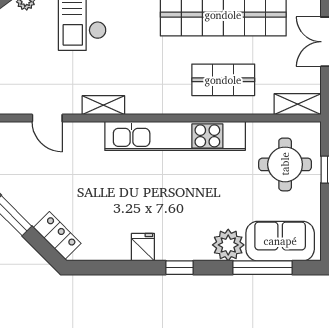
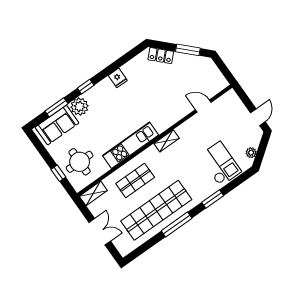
shelving: (103, 105) -> (167, 141), moved
kitchen unit: (175, 136) -> (131, 145), width x0.73
window: (180, 268) -> (86, 87), moved
window: (262, 268) -> (56, 107), width x0.69

